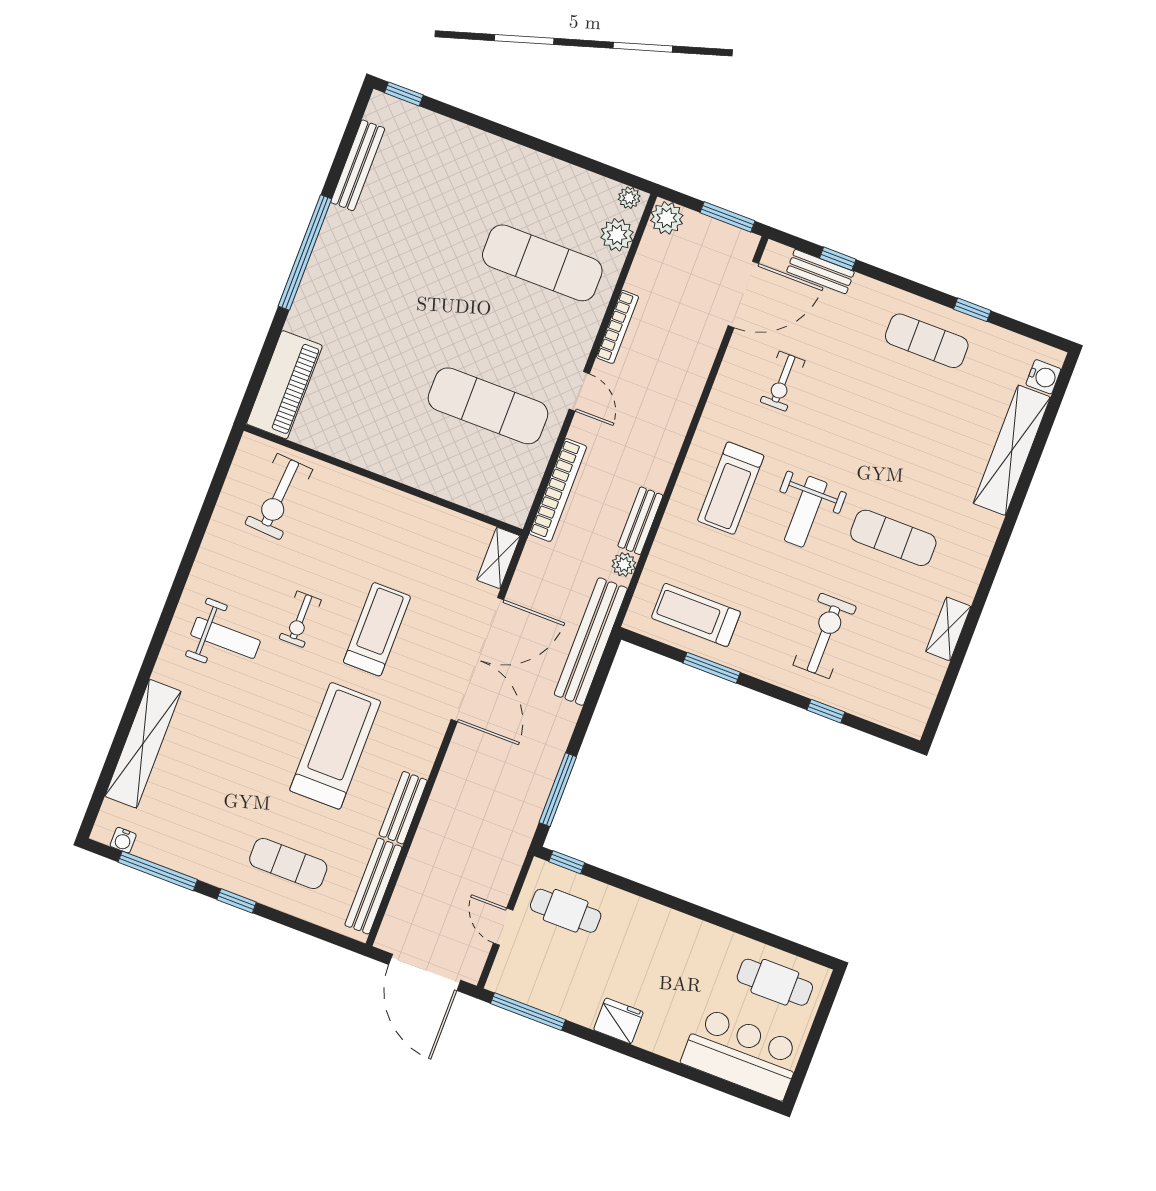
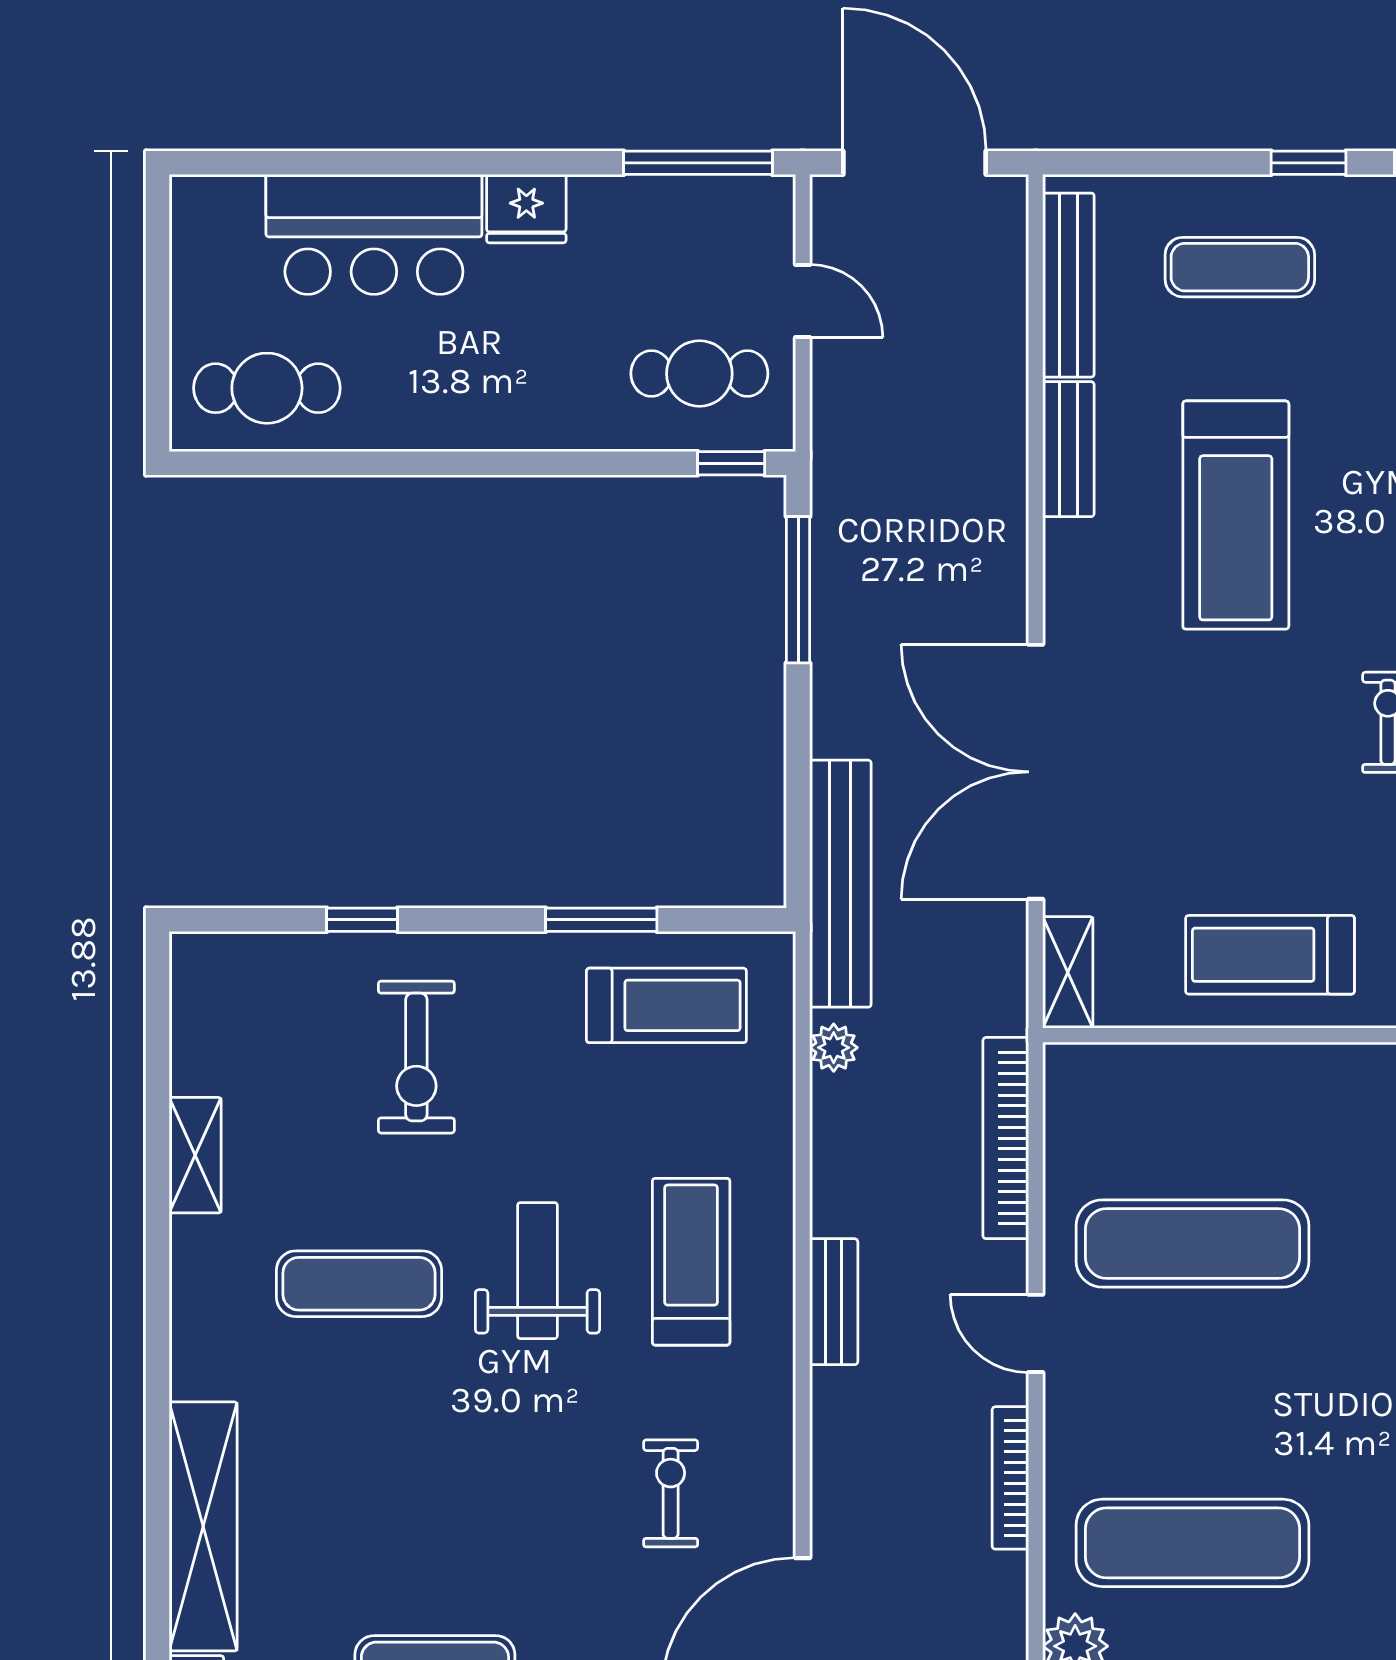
bench: (640, 521) -> (834, 1302), moved
treadmill: (377, 629) -> (1270, 955), moved, turned 90
bar counter: (742, 1054) -> (374, 234), moved

